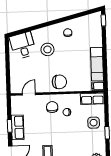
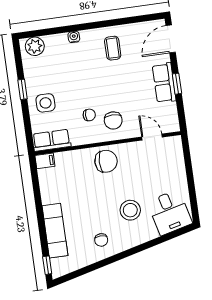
exam couch: (97, 64) -> (55, 231), moved
chair: (59, 82) -> (106, 161), turned 180
door: (29, 94) -> (152, 137), swing flipped

